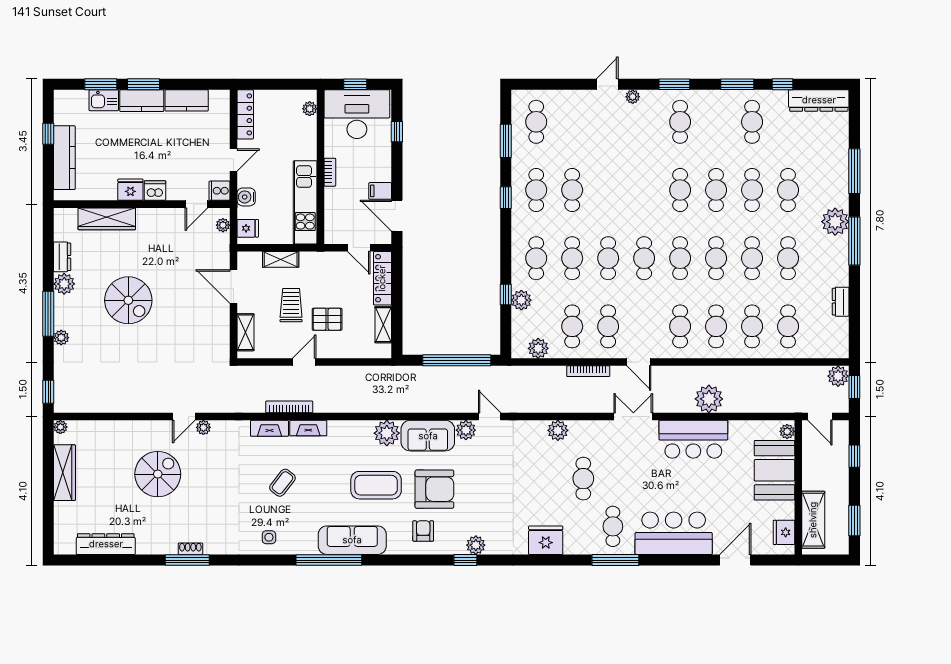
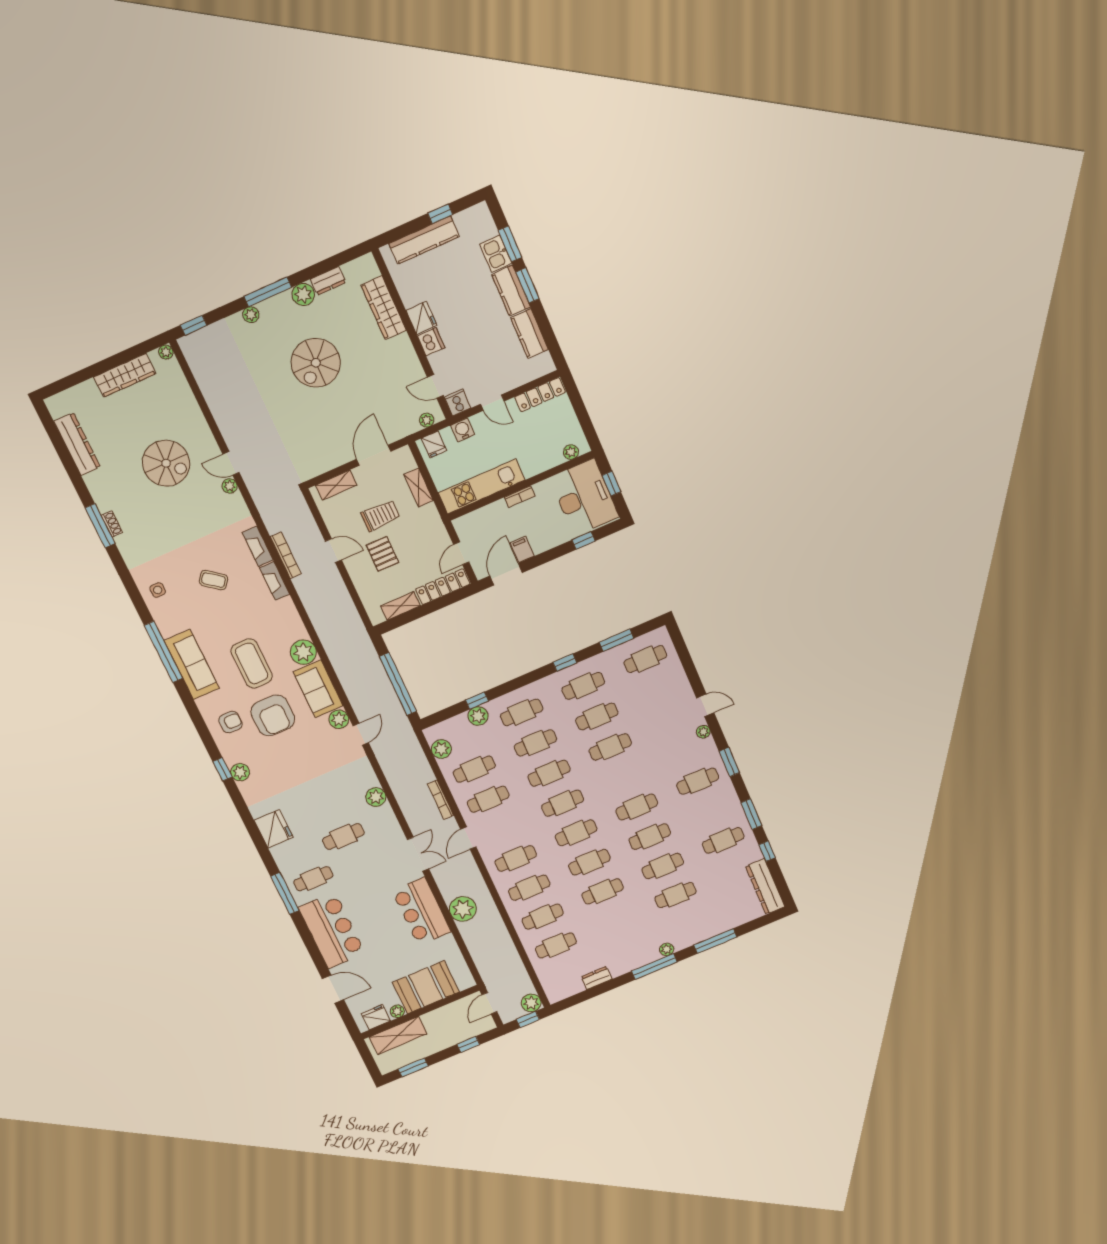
plant: (835, 222) -> (667, 949), width x0.53, depth x0.53
cafe table: (788, 258) -> (610, 747), moved
plant: (787, 431) -> (397, 1011), moved

